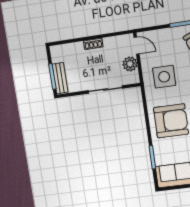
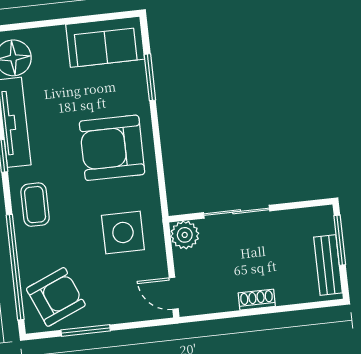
plant: (130, 64) -> (185, 235), moved
bench: (60, 78) -> (328, 265), moved

